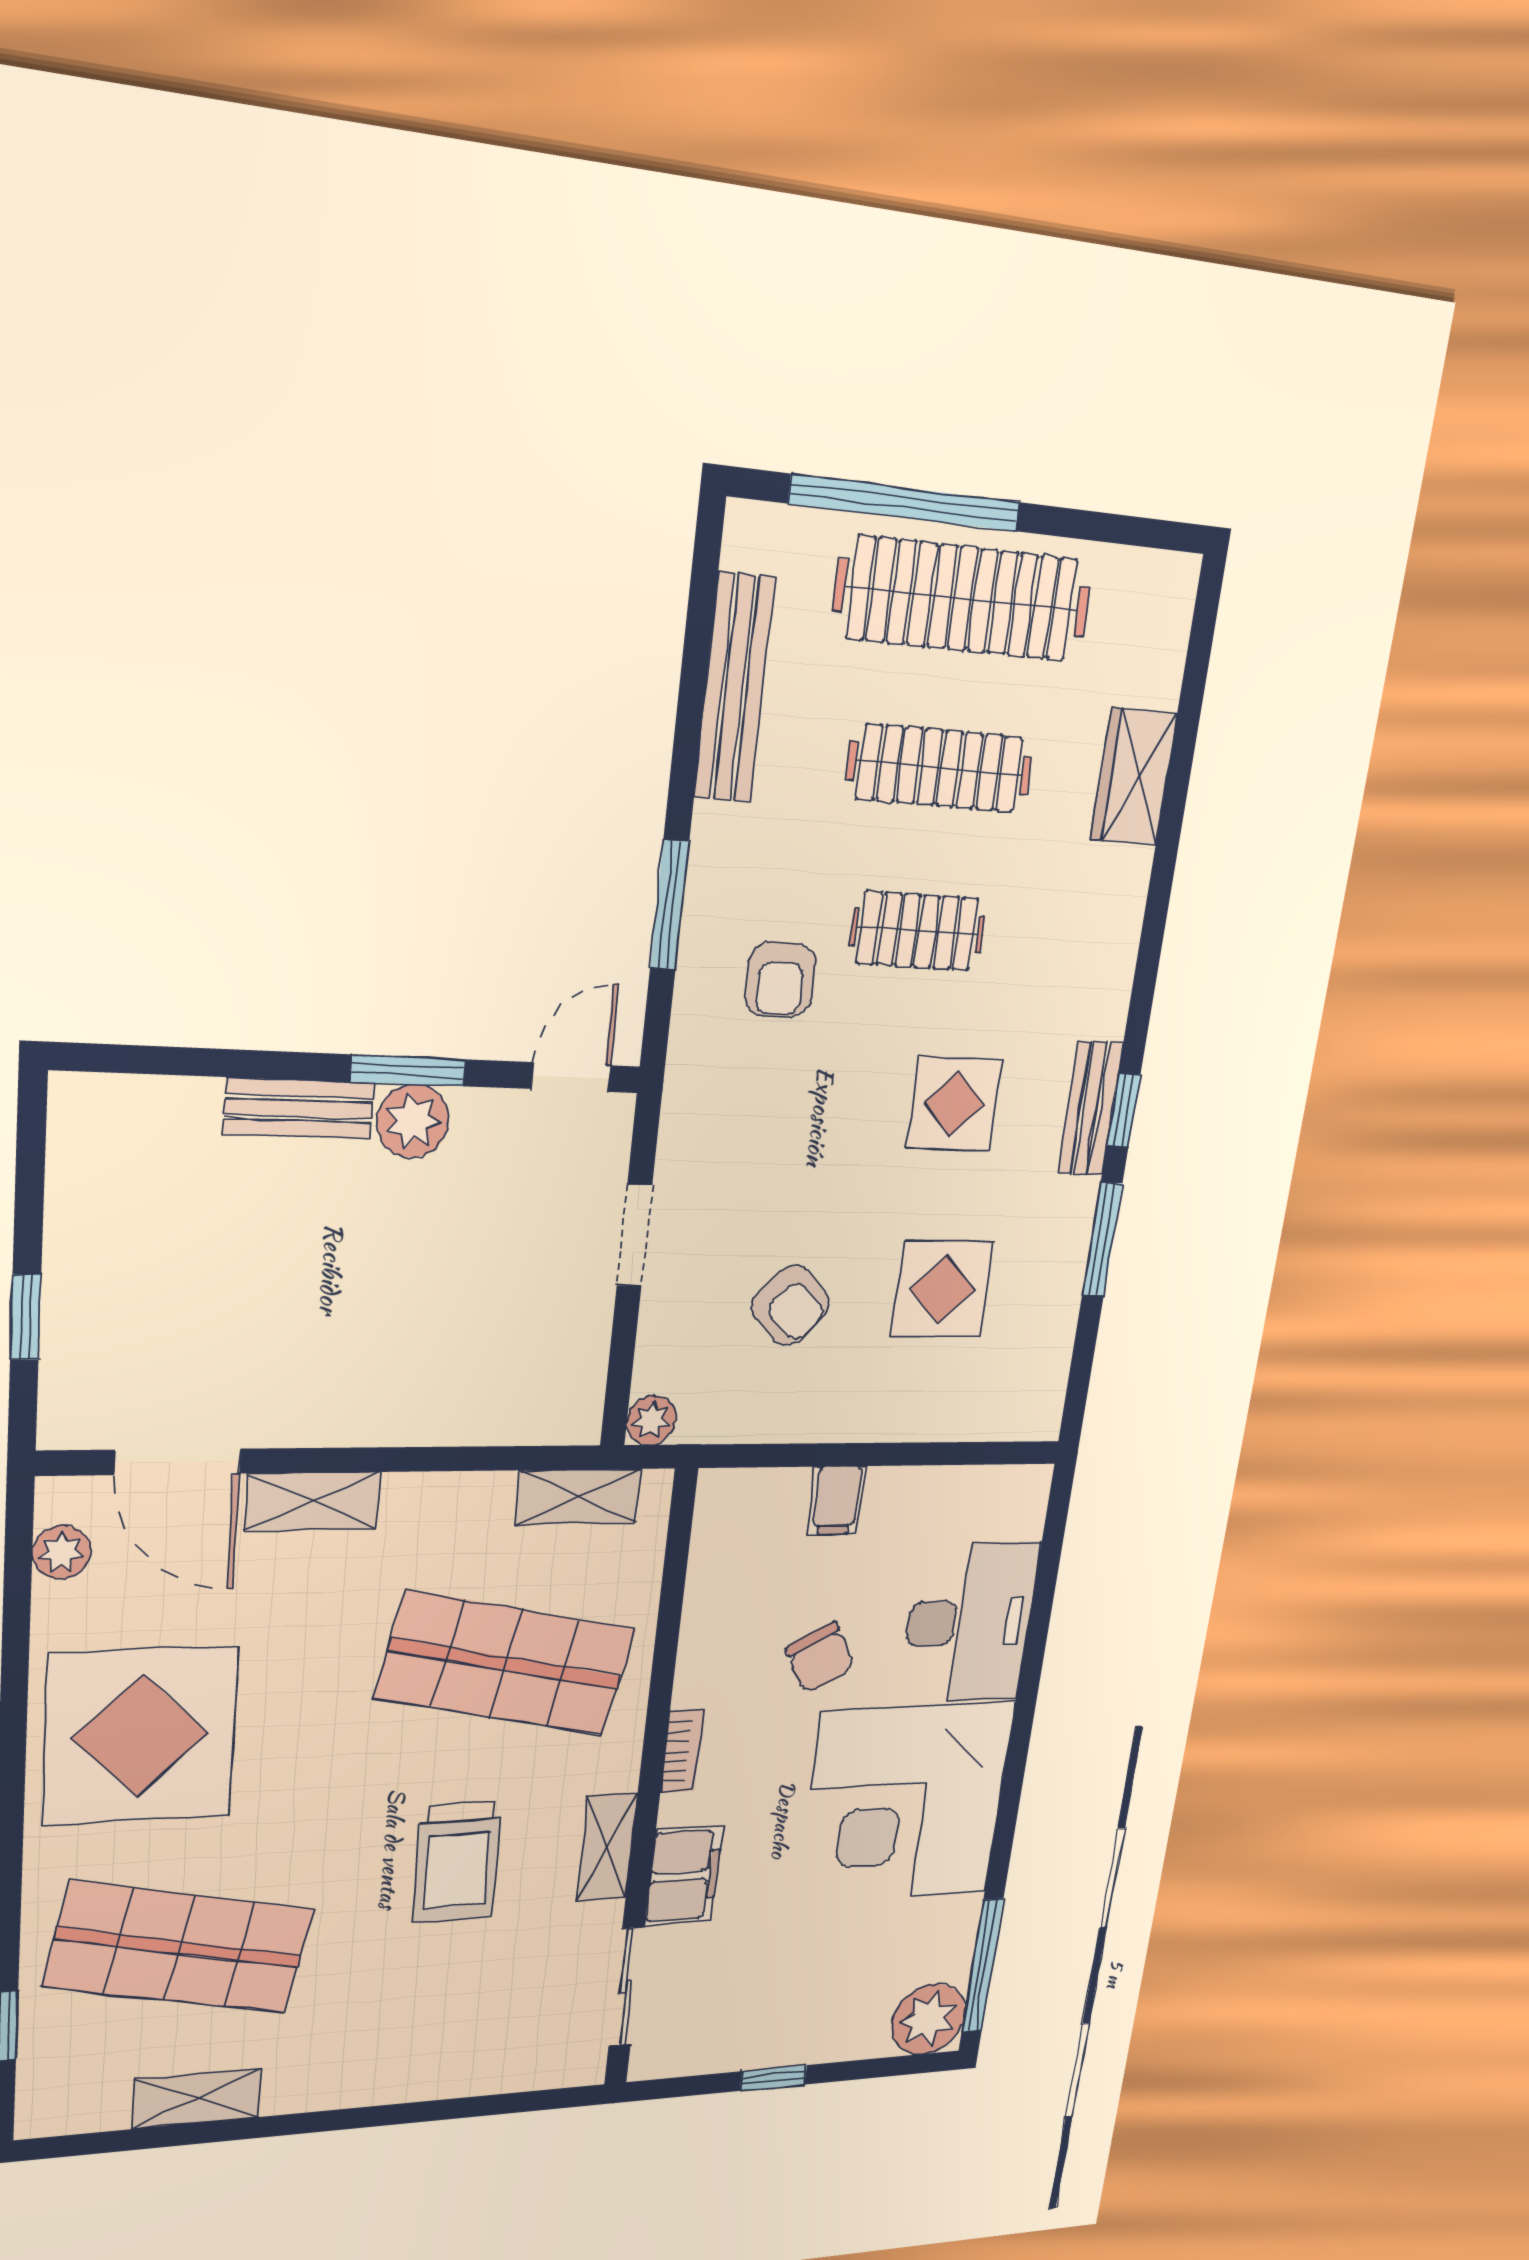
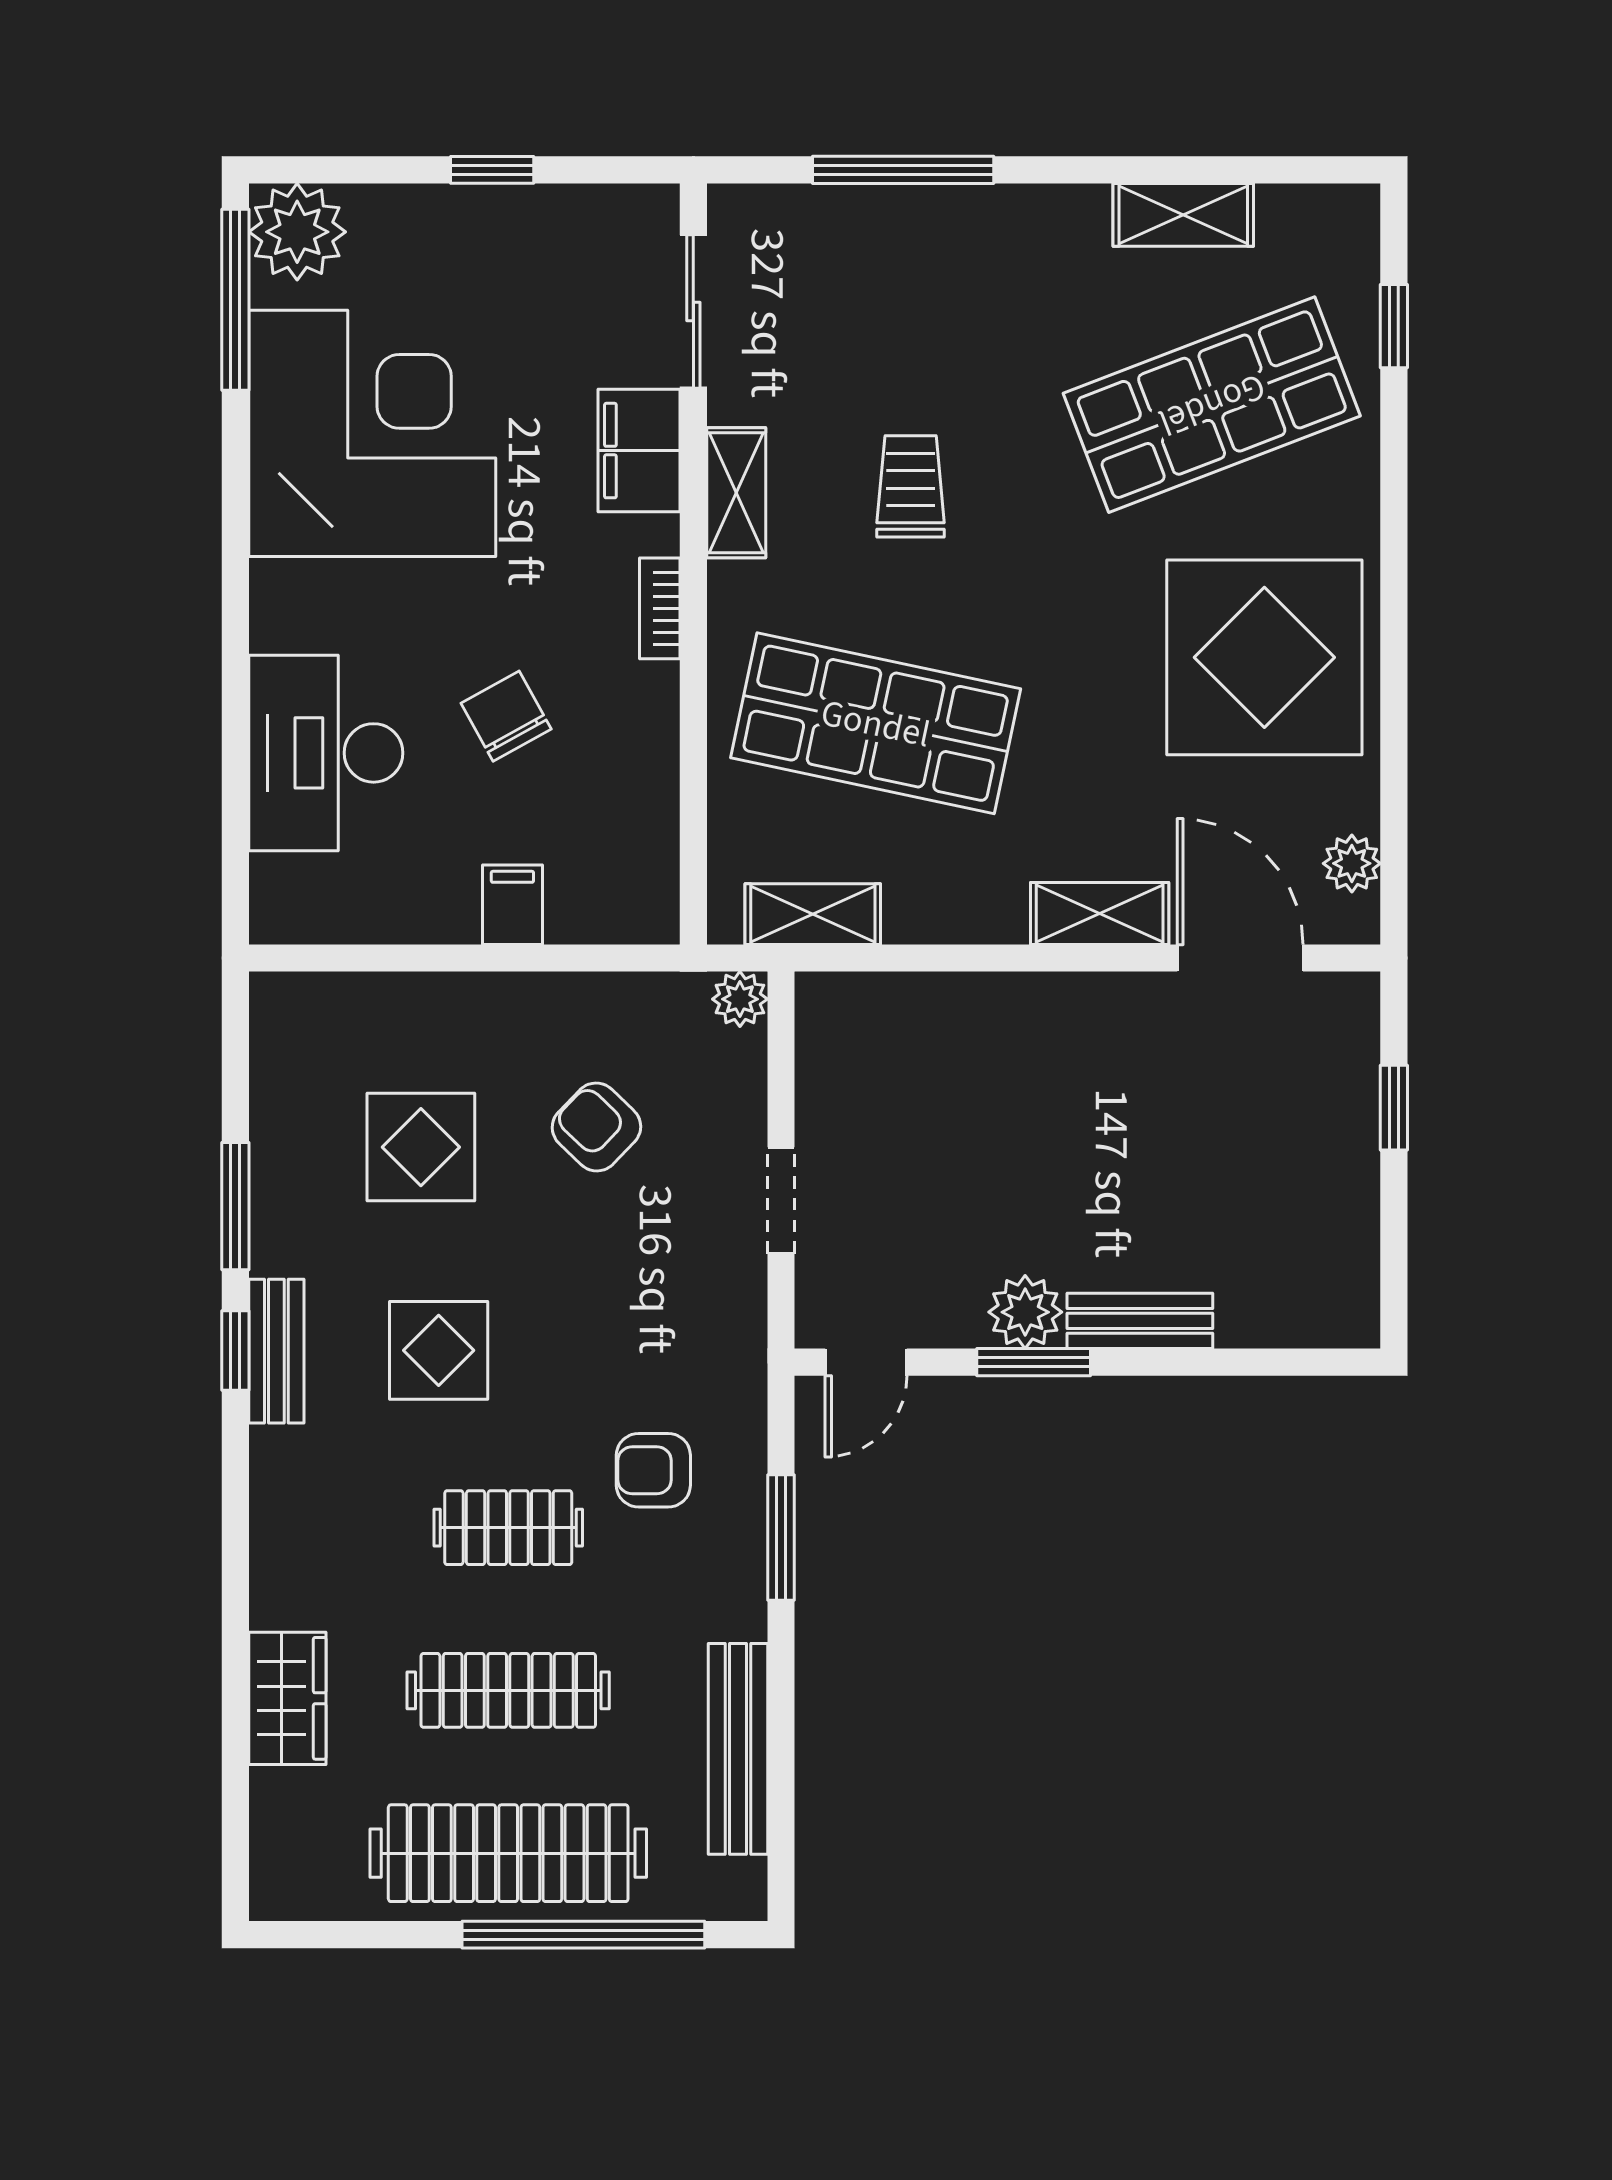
armchair: (780, 980) -> (653, 1470), turned -90
corner desk: (905, 1803) -> (372, 433), moved
trolley: (457, 1862) -> (911, 486), width x0.73, depth x0.72
shop shelf: (180, 1948) -> (1212, 405), turned -33
window: (440, 2110) -> (903, 170), added

